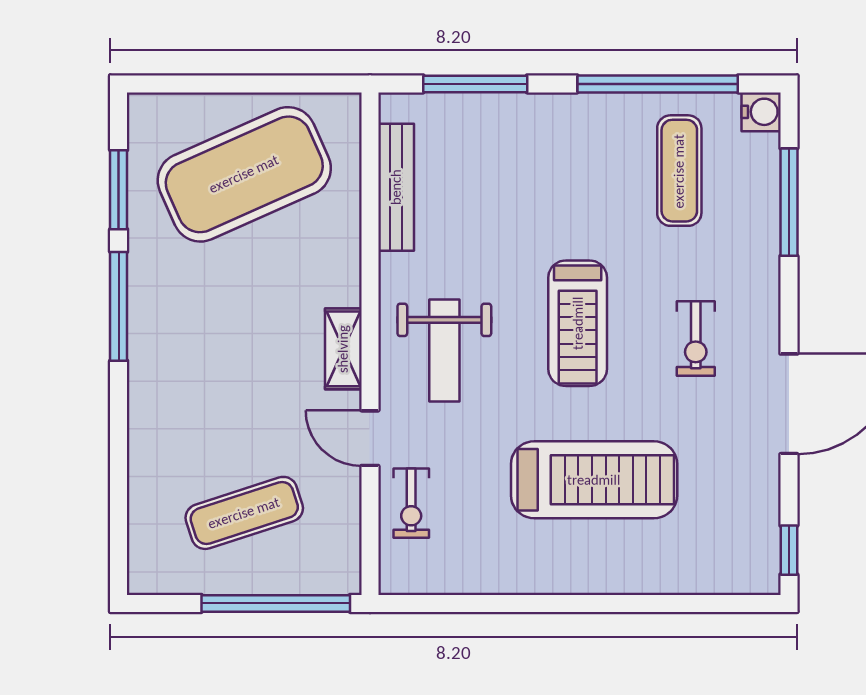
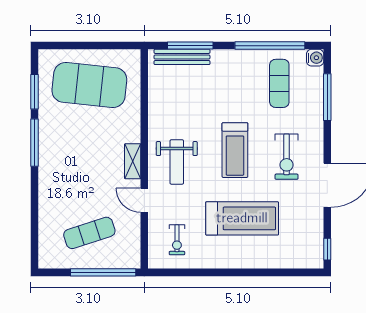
exercise mat: (244, 174) -> (89, 85), turned 30
bench: (396, 187) -> (182, 57), moved, turned 90
exercise bike: (696, 338) -> (287, 157), width x1.38, depth x1.39
exercise bike: (411, 503) -> (177, 240), moved

